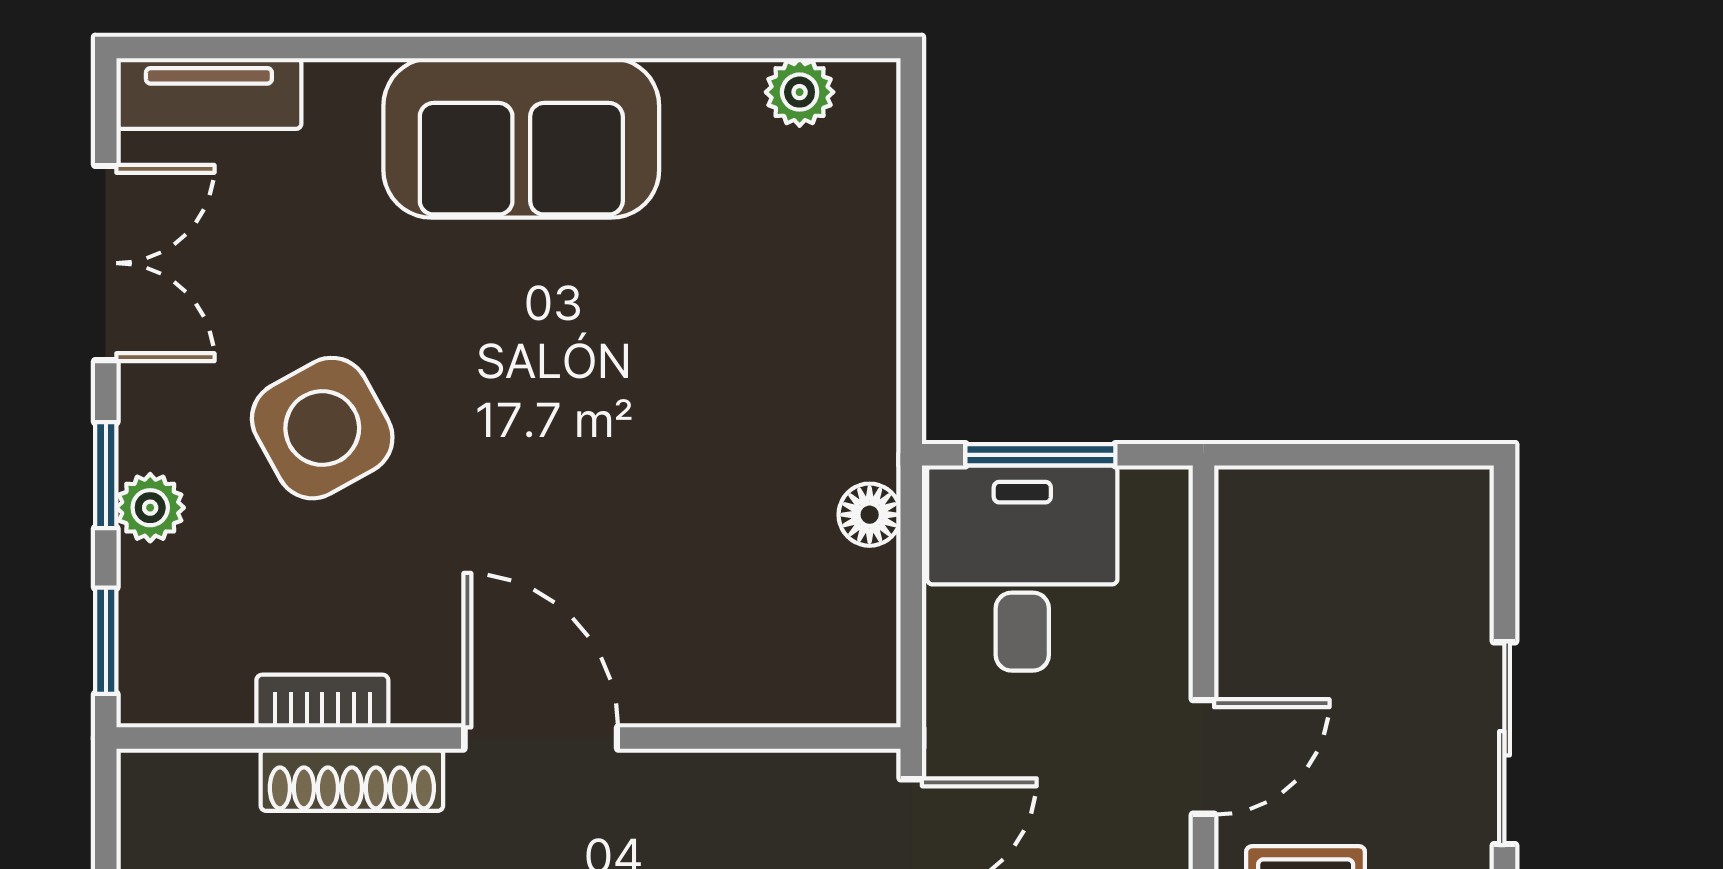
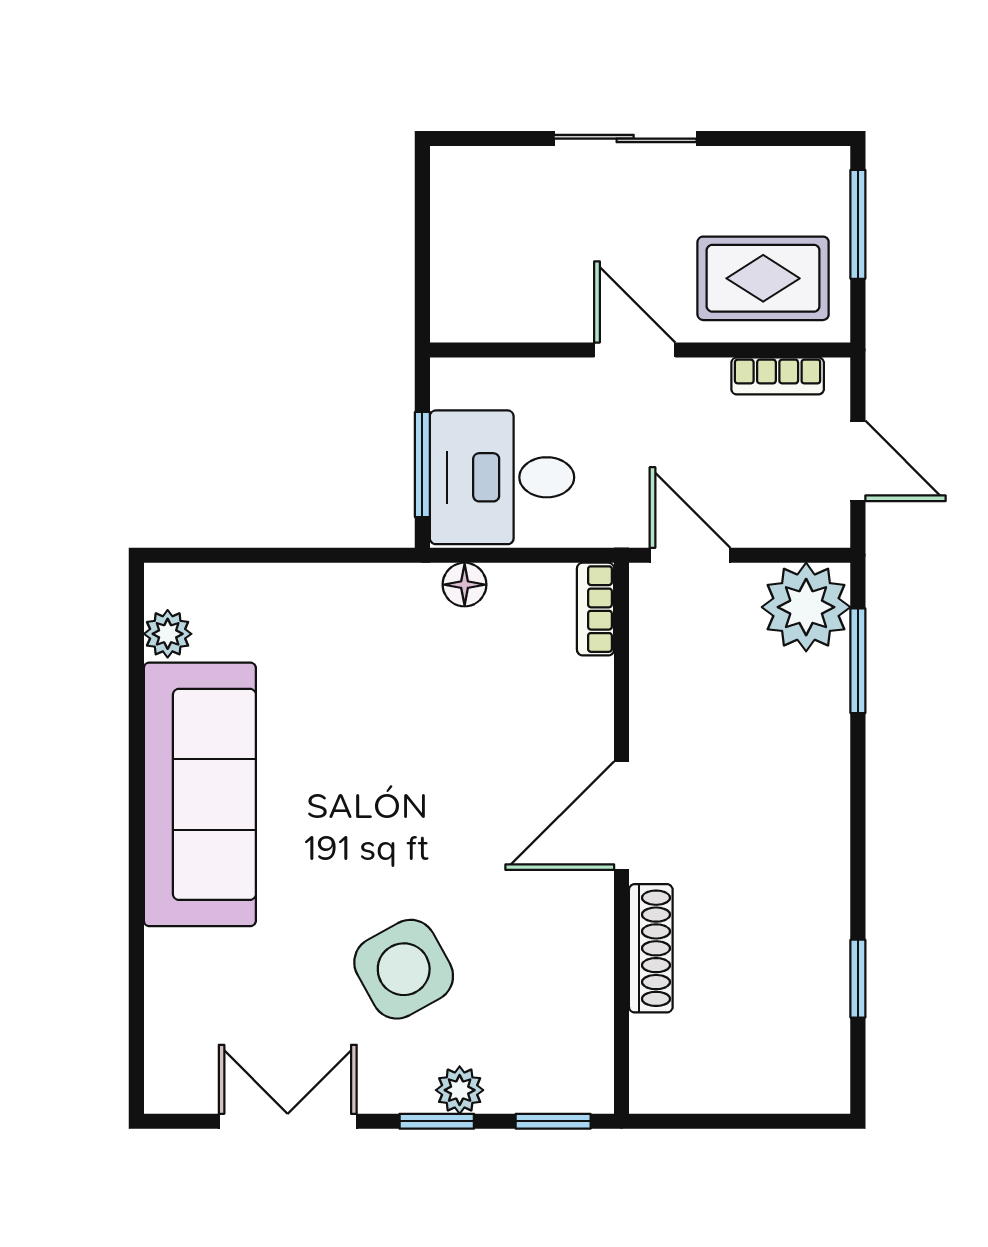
tv unit: (209, 94) -> (169, 1049), removed
sofa: (521, 138) -> (200, 794), width x1.36
bookcase: (322, 701) -> (596, 609), moved

